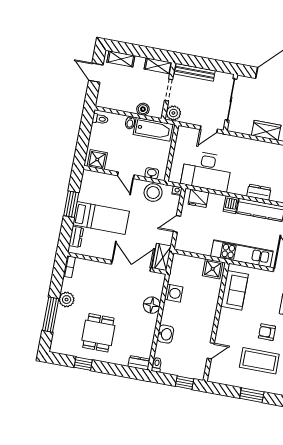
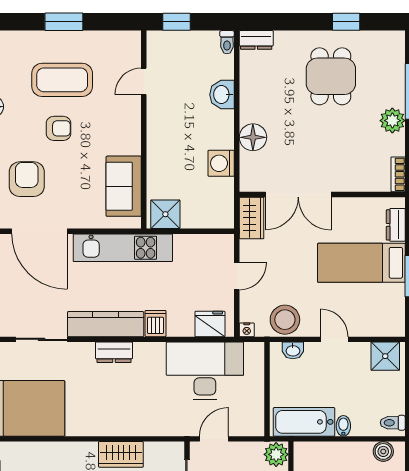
boiler: (143, 109) -> (383, 451), moved

